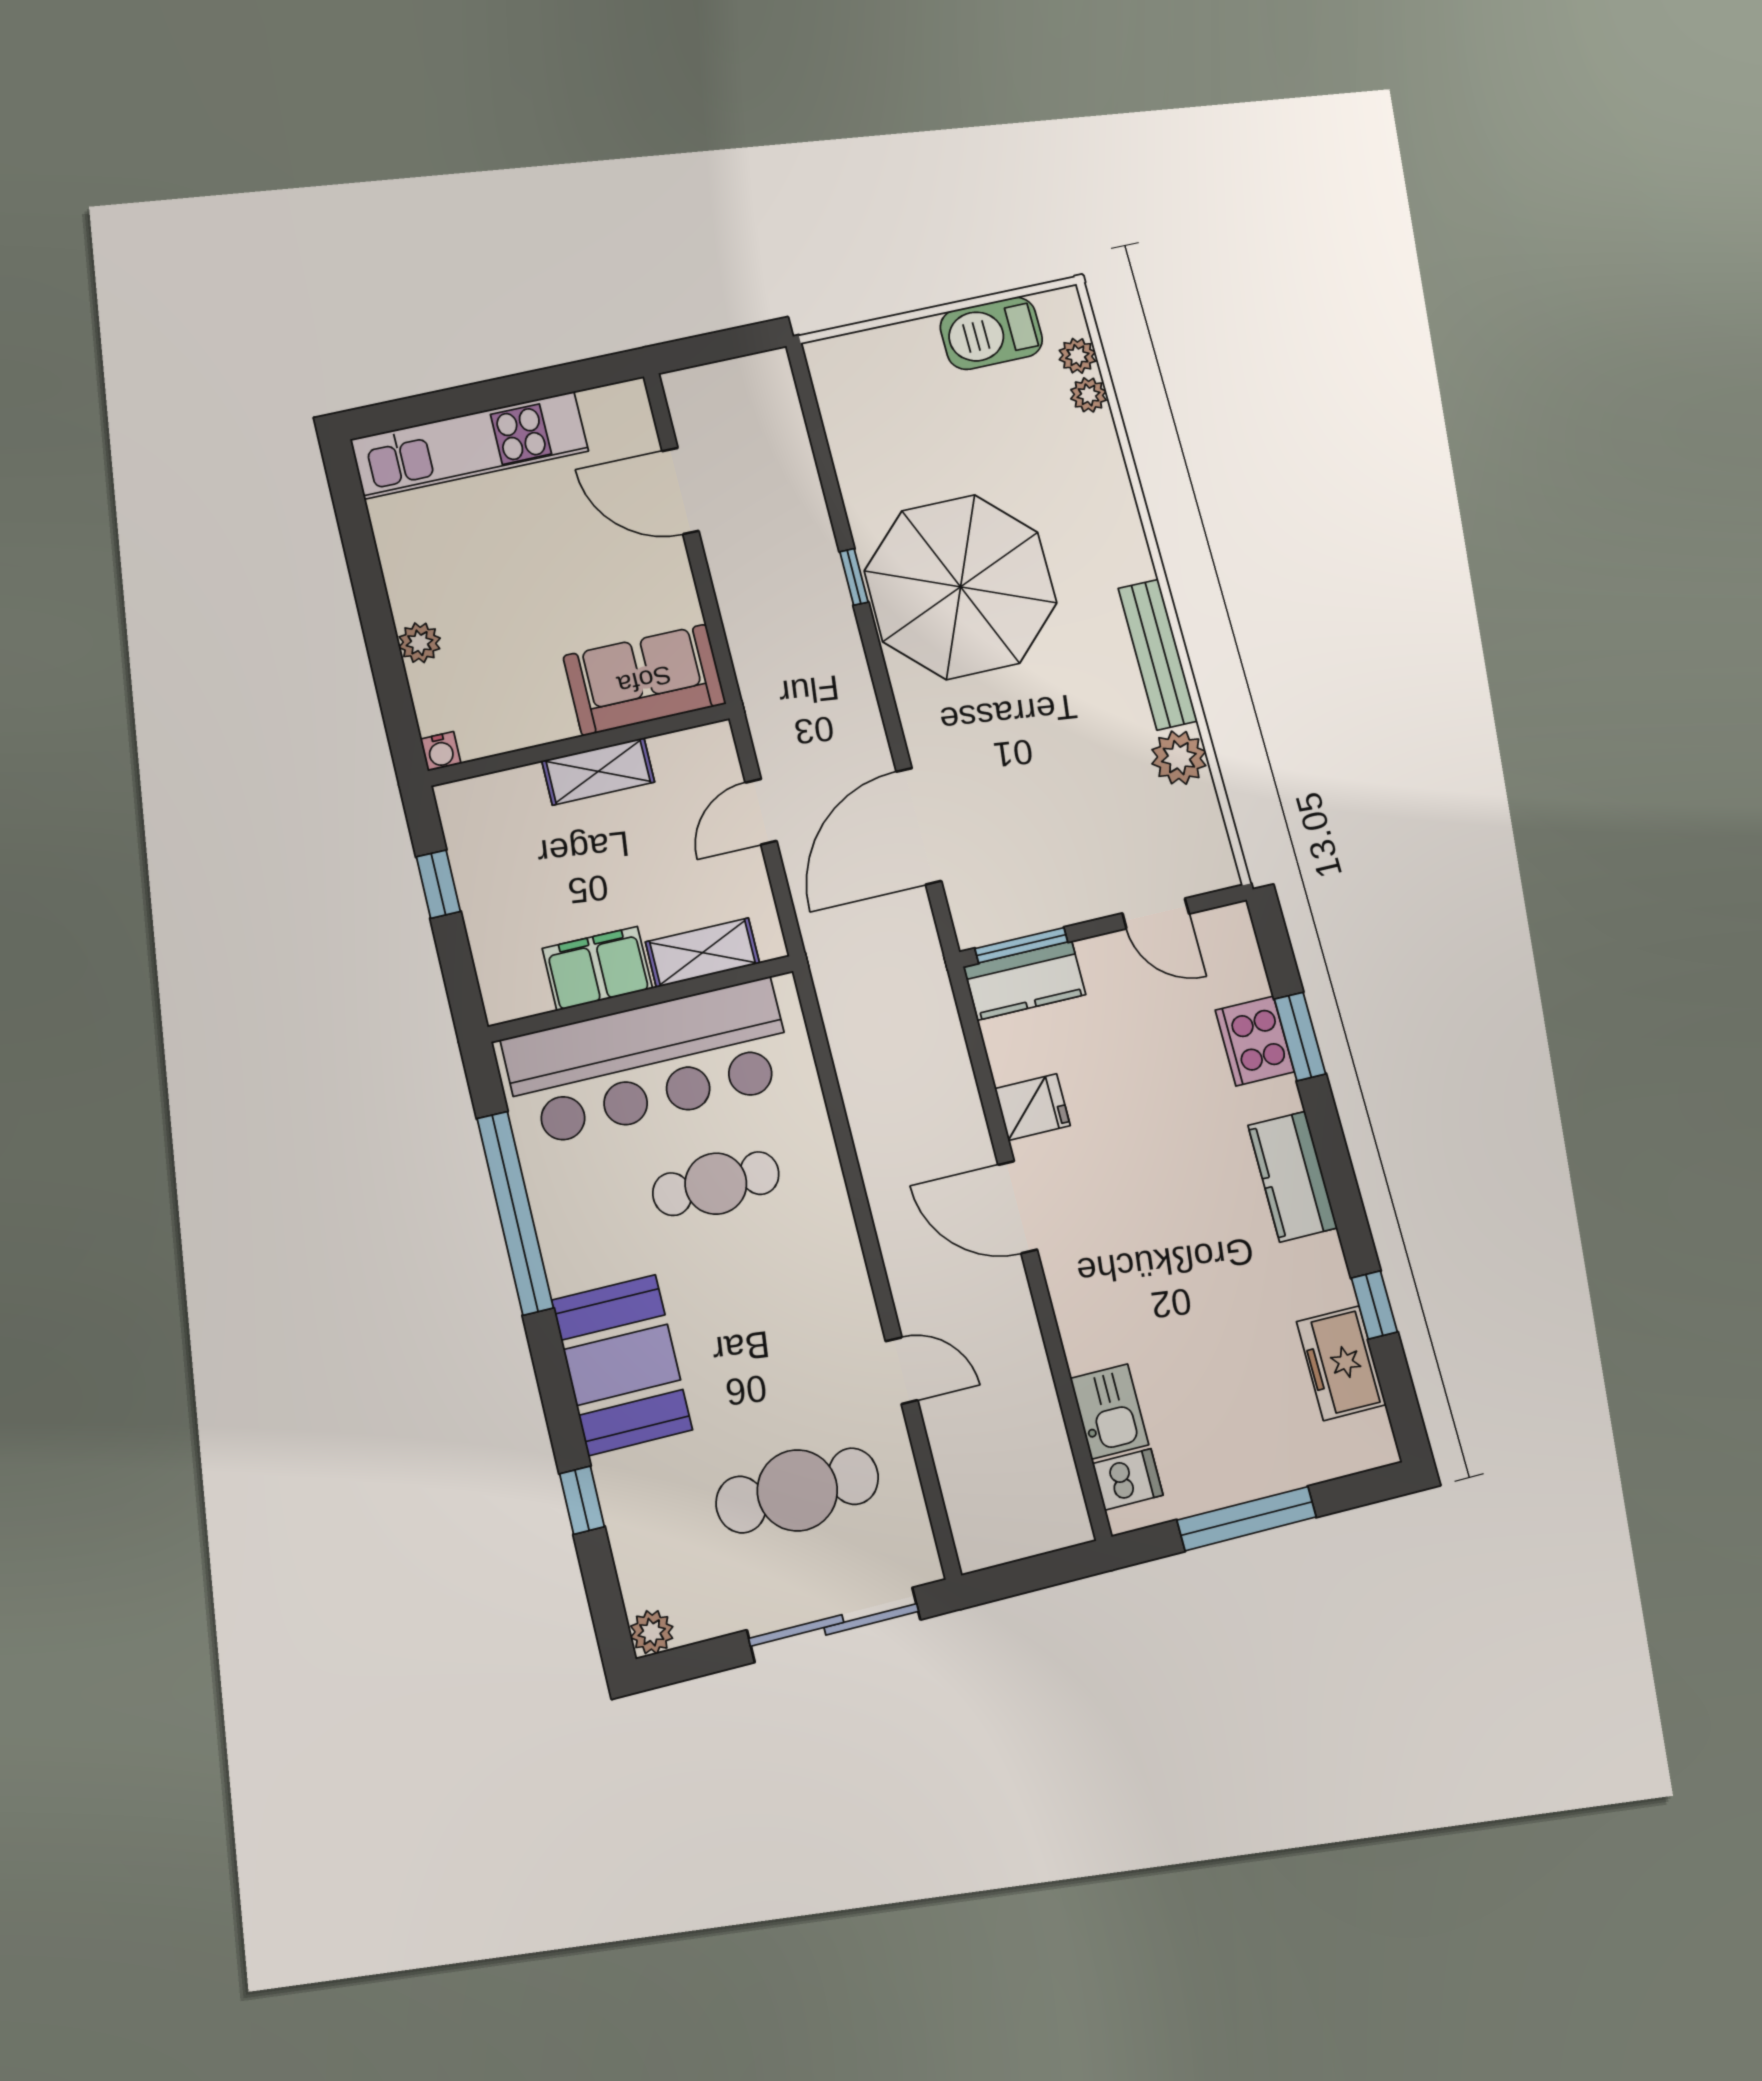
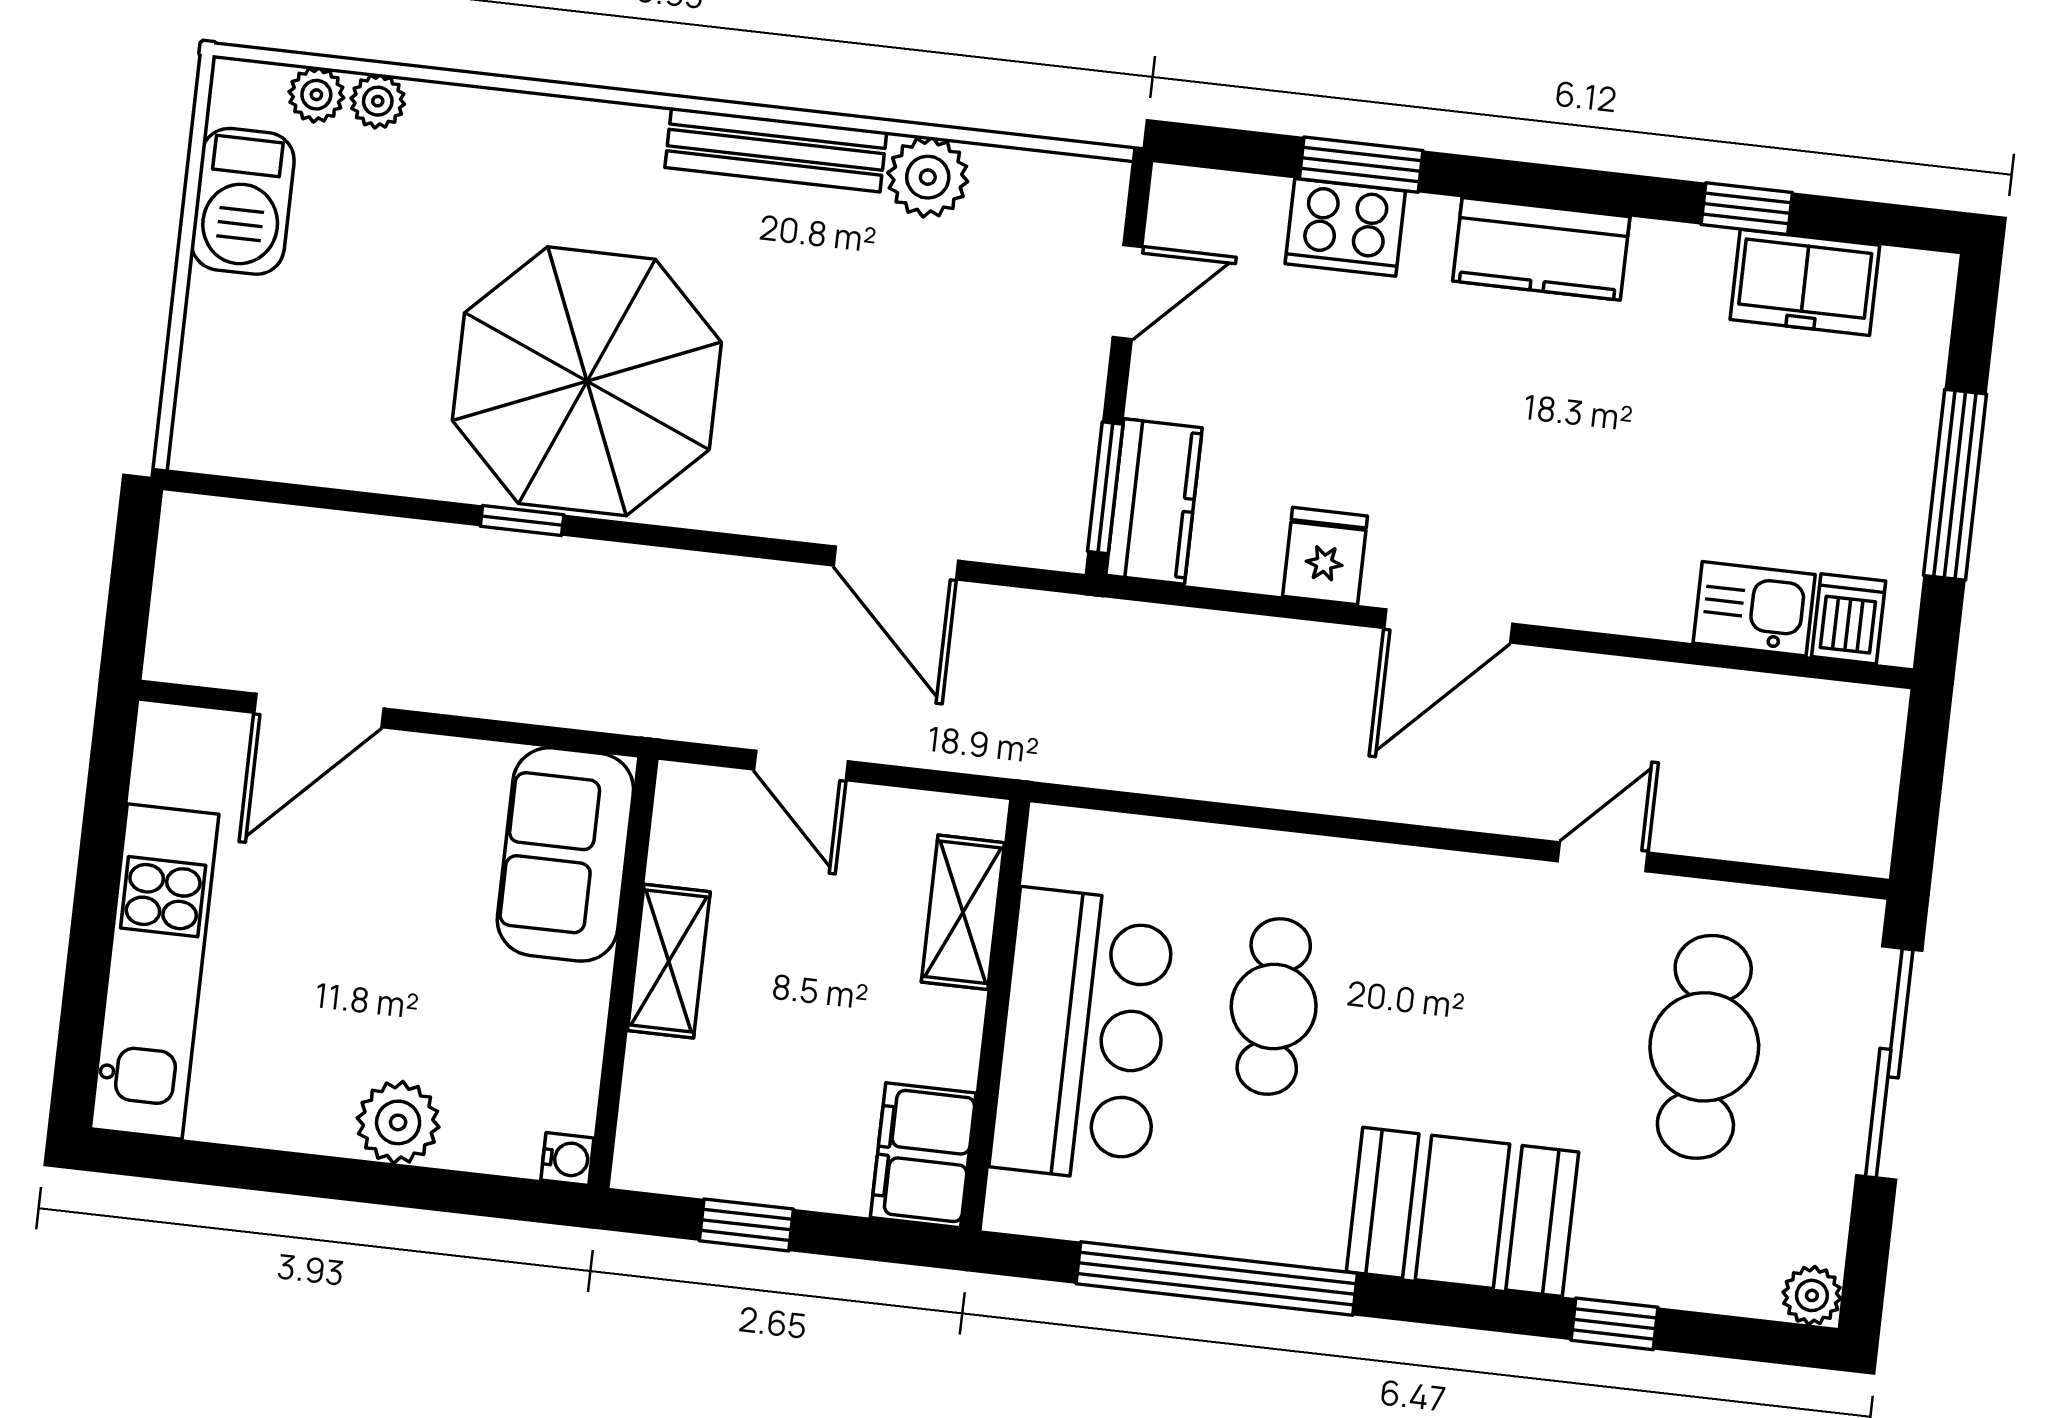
plant: (419, 643) -> (398, 1122), width x1.38, depth x1.38
door: (919, 826) -> (896, 563), width x0.73
filing cabinet: (597, 968) -> (923, 1155), moved
bar counter: (649, 1062) -> (1083, 1035), width x0.73

